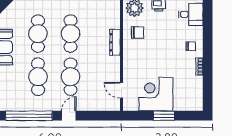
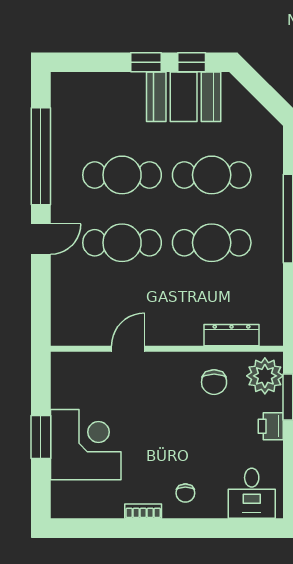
dresser: (115, 42) -> (231, 335), moved
door: (121, 90) -> (128, 349), moved
corner desk: (156, 94) -> (86, 445), moved
door: (69, 116) -> (41, 239), hinge flipped

